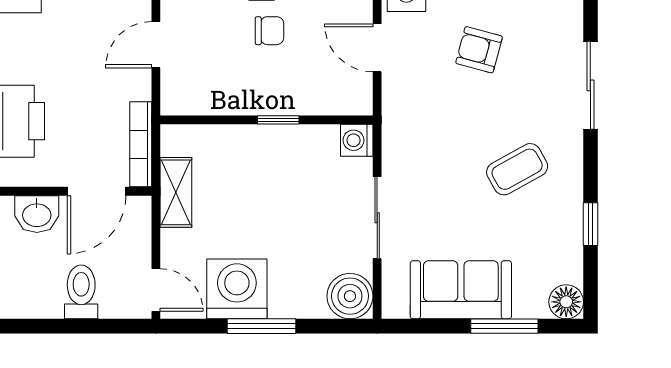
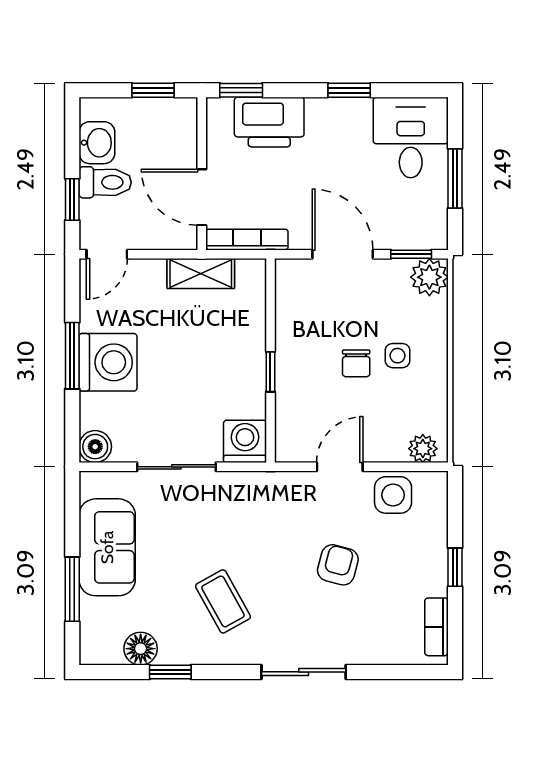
door: (156, 45) -> (343, 254), width x1.38
washing machine: (357, 140) -> (245, 441), width x1.38, depth x1.38
washbasin: (37, 214) -> (97, 143), moved, turned 180
washing machine: (237, 289) -> (108, 362), moved
boiler: (350, 296) -> (95, 447), width x0.73, depth x0.73
floor lamp: (566, 302) -> (141, 649), moved
window: (99, 326) -> (72, 200), added

